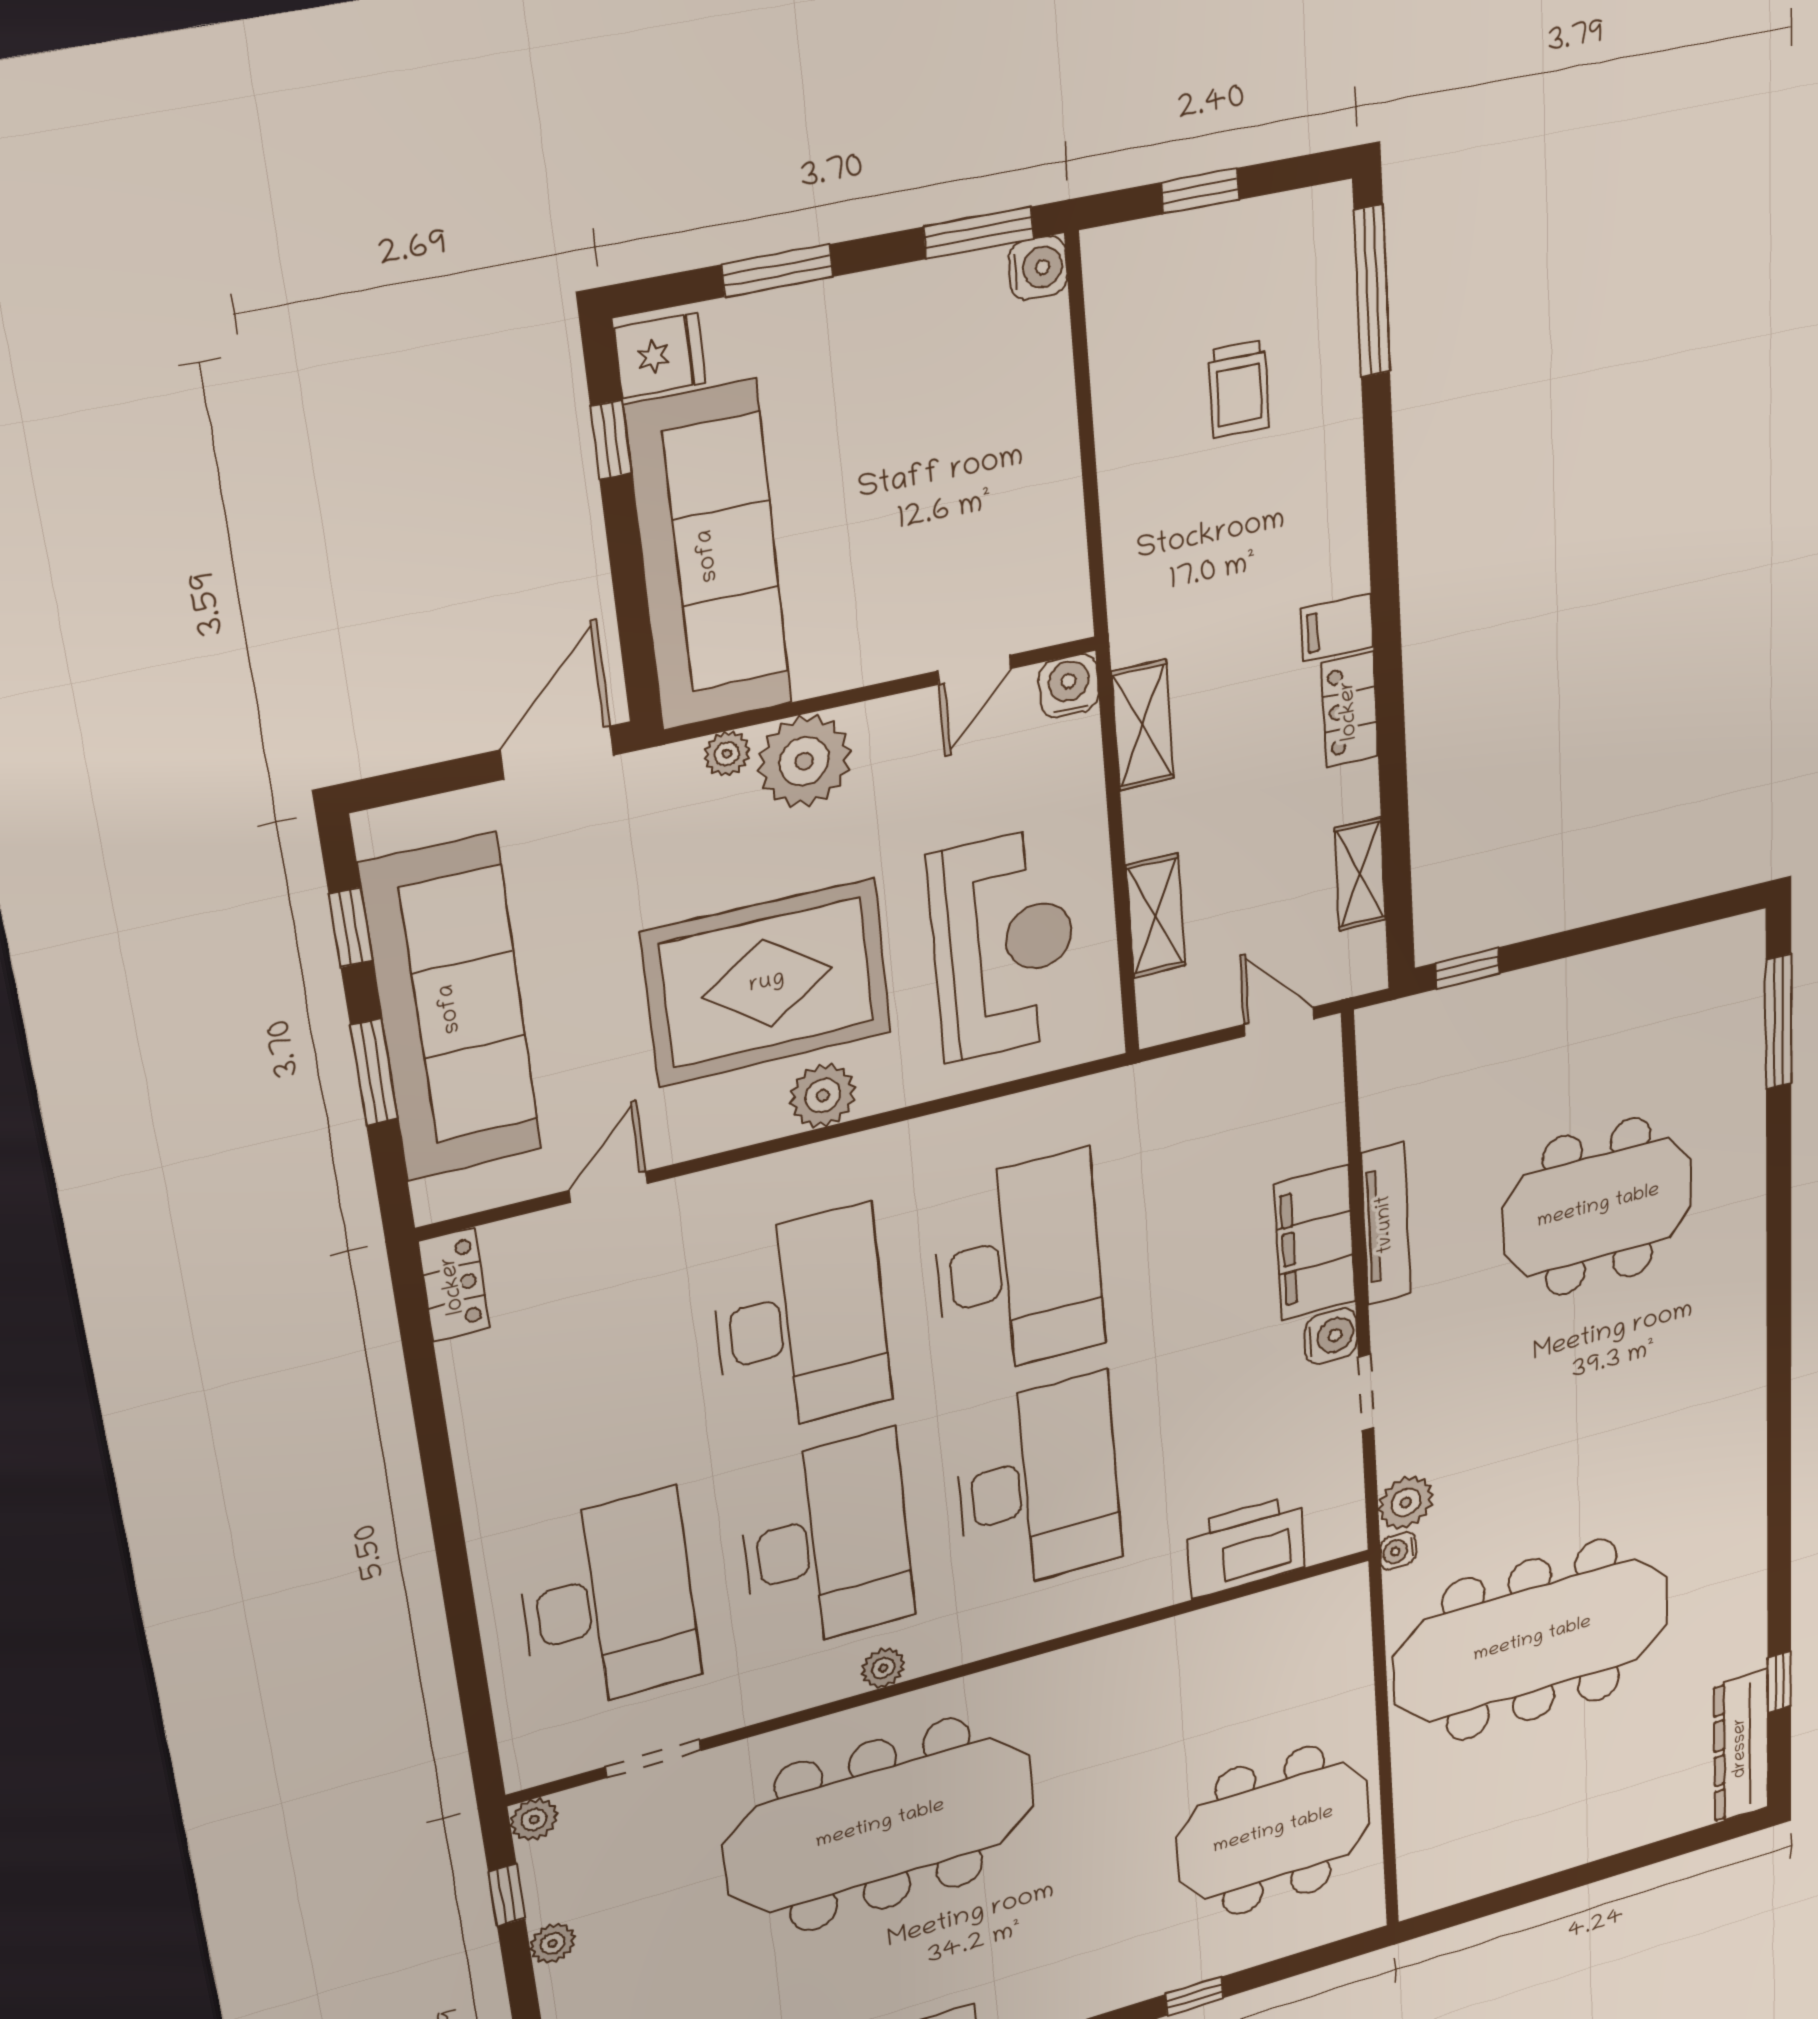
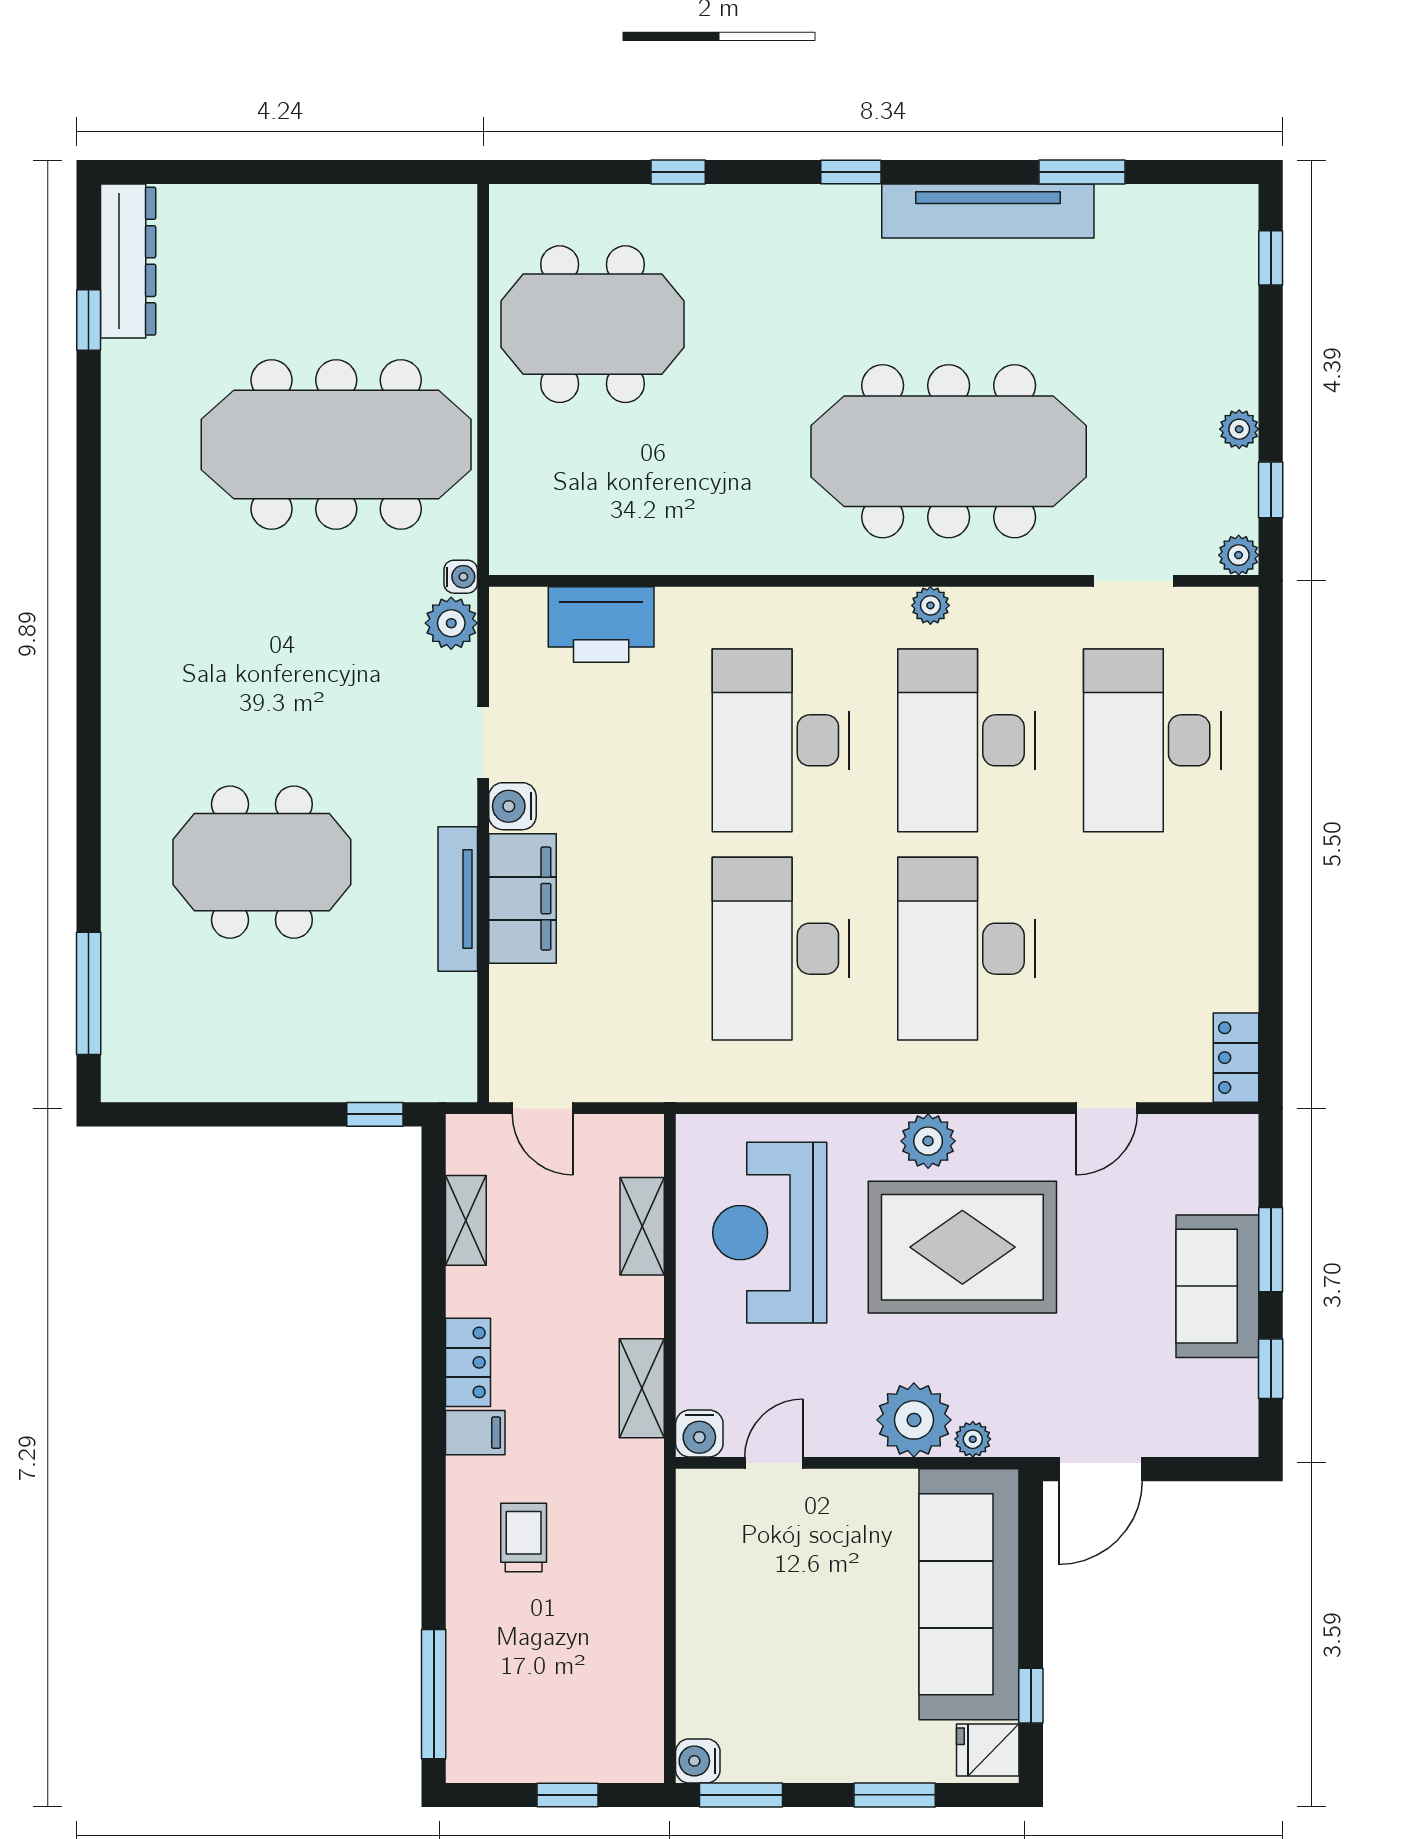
trolley: (1239, 389) -> (524, 1538), moved
sofa: (451, 1009) -> (1217, 1286), width x0.54, depth x0.79

